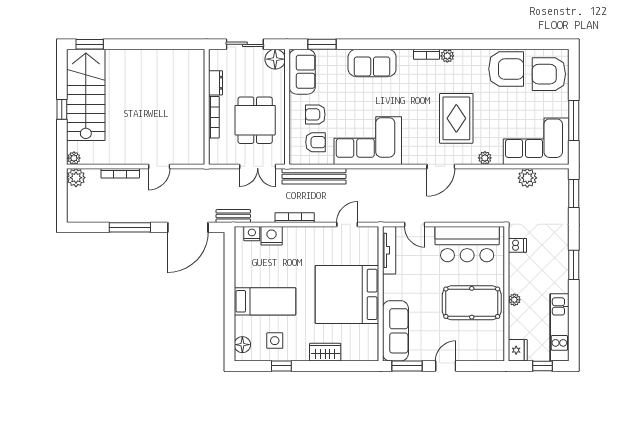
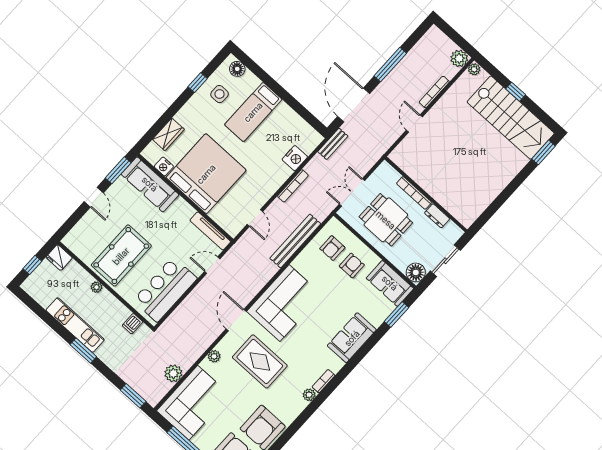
corner sofa: (368, 141) -> (284, 303), moved
bench: (314, 176) -> (295, 241), moved
nightstand: (252, 234) -> (164, 166), moved, turned 90
kitchen unit: (559, 327) -> (75, 325), moved
wardrobe: (325, 352) -> (168, 134), moved

